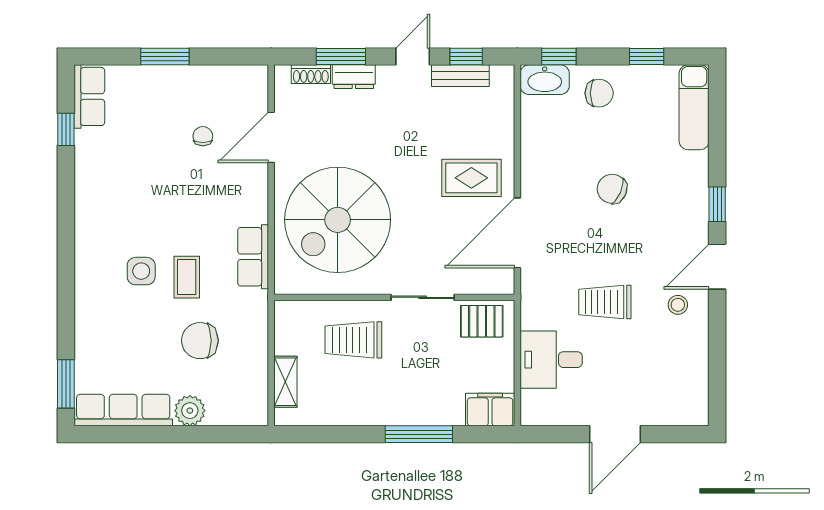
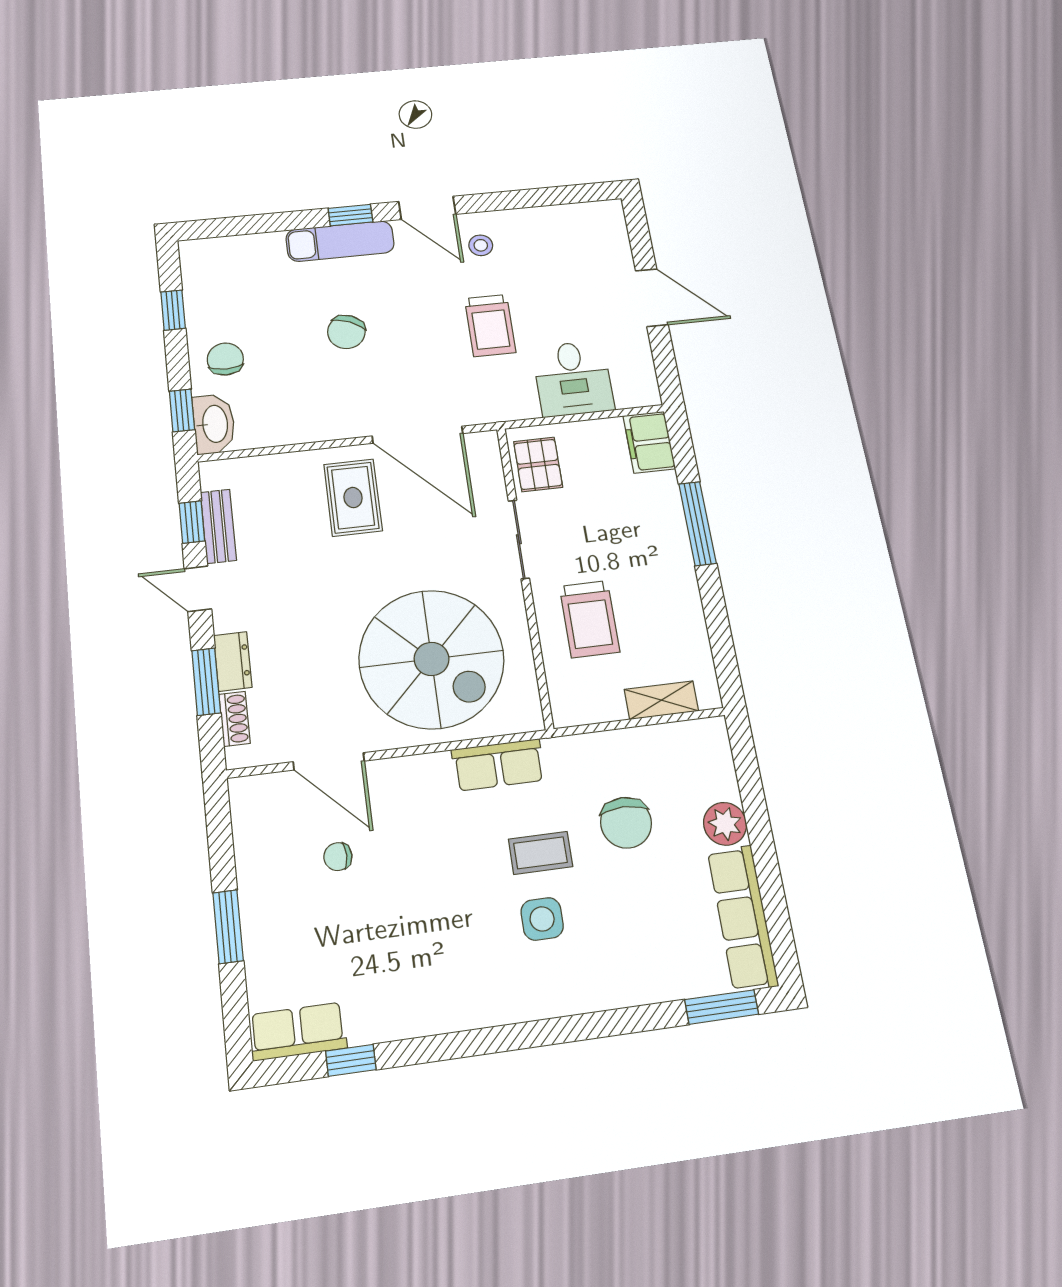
exam couch: (694, 107) -> (340, 241), moved

